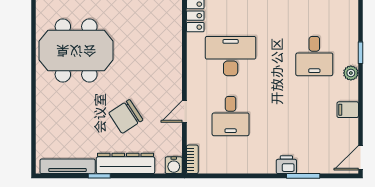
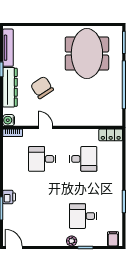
desk: (231, 56) -> (83, 159), width x0.73
filing cabinet: (348, 110) -> (113, 239), moved

